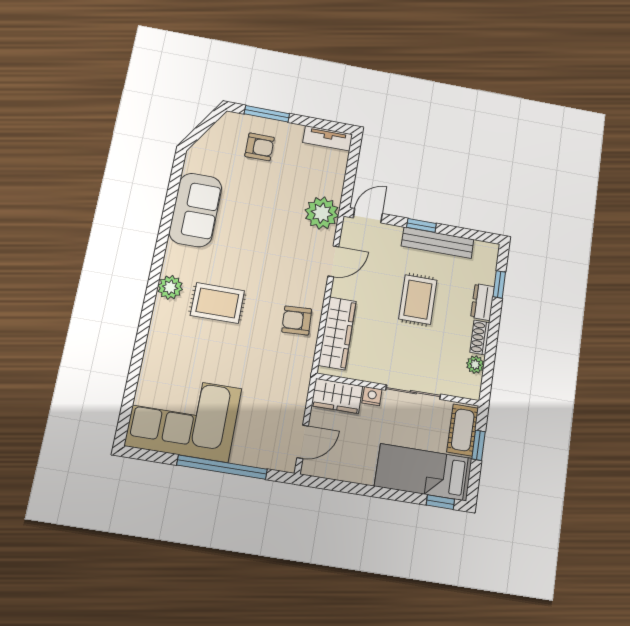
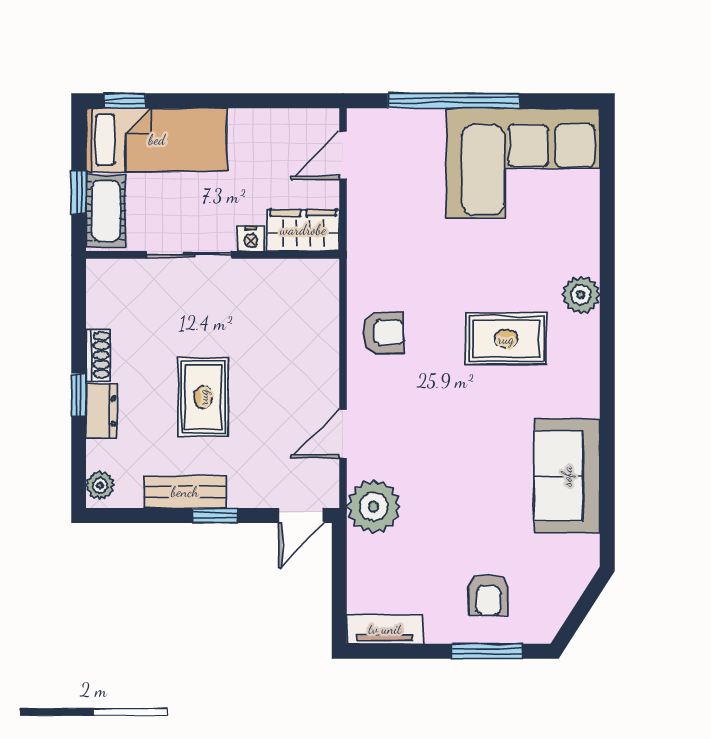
armchair: (260, 147) -> (488, 595), turned -90
bench: (438, 243) -> (185, 492), width x0.73
window: (499, 284) -> (79, 395), moved
plant: (170, 287) -> (581, 295), moved
wardrobe: (337, 333) -> (319, 324), removed
plant: (475, 364) -> (100, 485), moved

